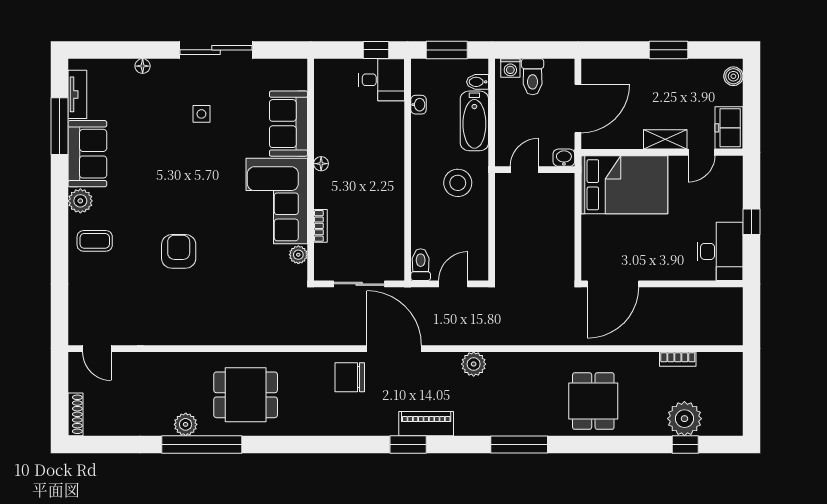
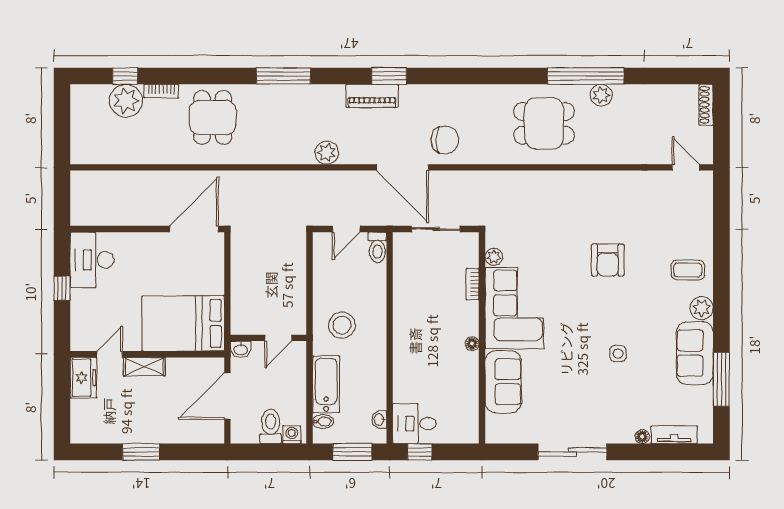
boiler: (733, 76) -> (79, 427), removed
tv unit: (77, 94) -> (674, 435), moved, turned 90
washbasin: (419, 105) -> (379, 420), moved
side table: (201, 114) -> (618, 354), moved
bookcase: (678, 359) -> (161, 91), moved, turned 180

